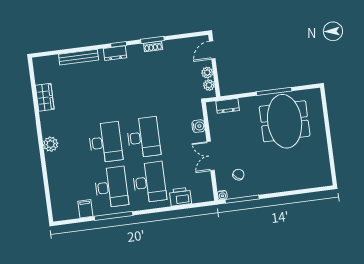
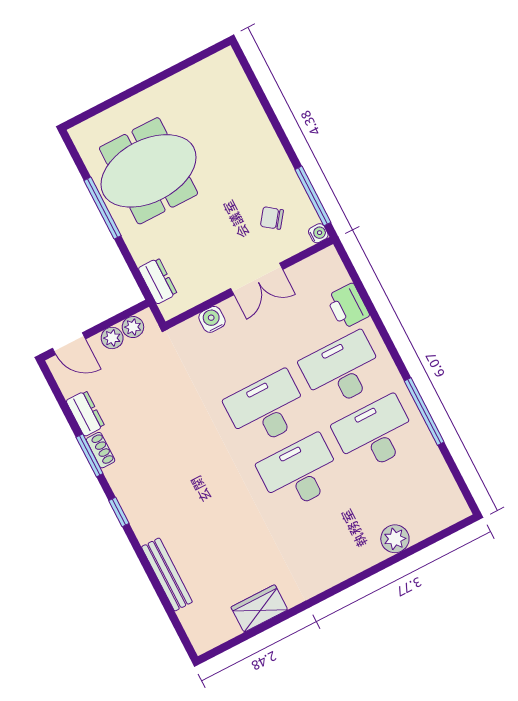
dresser: (115, 53) -> (85, 413), moved
plant: (51, 144) -> (395, 539), moved
filing cabinet: (85, 209) -> (430, 466), removed

